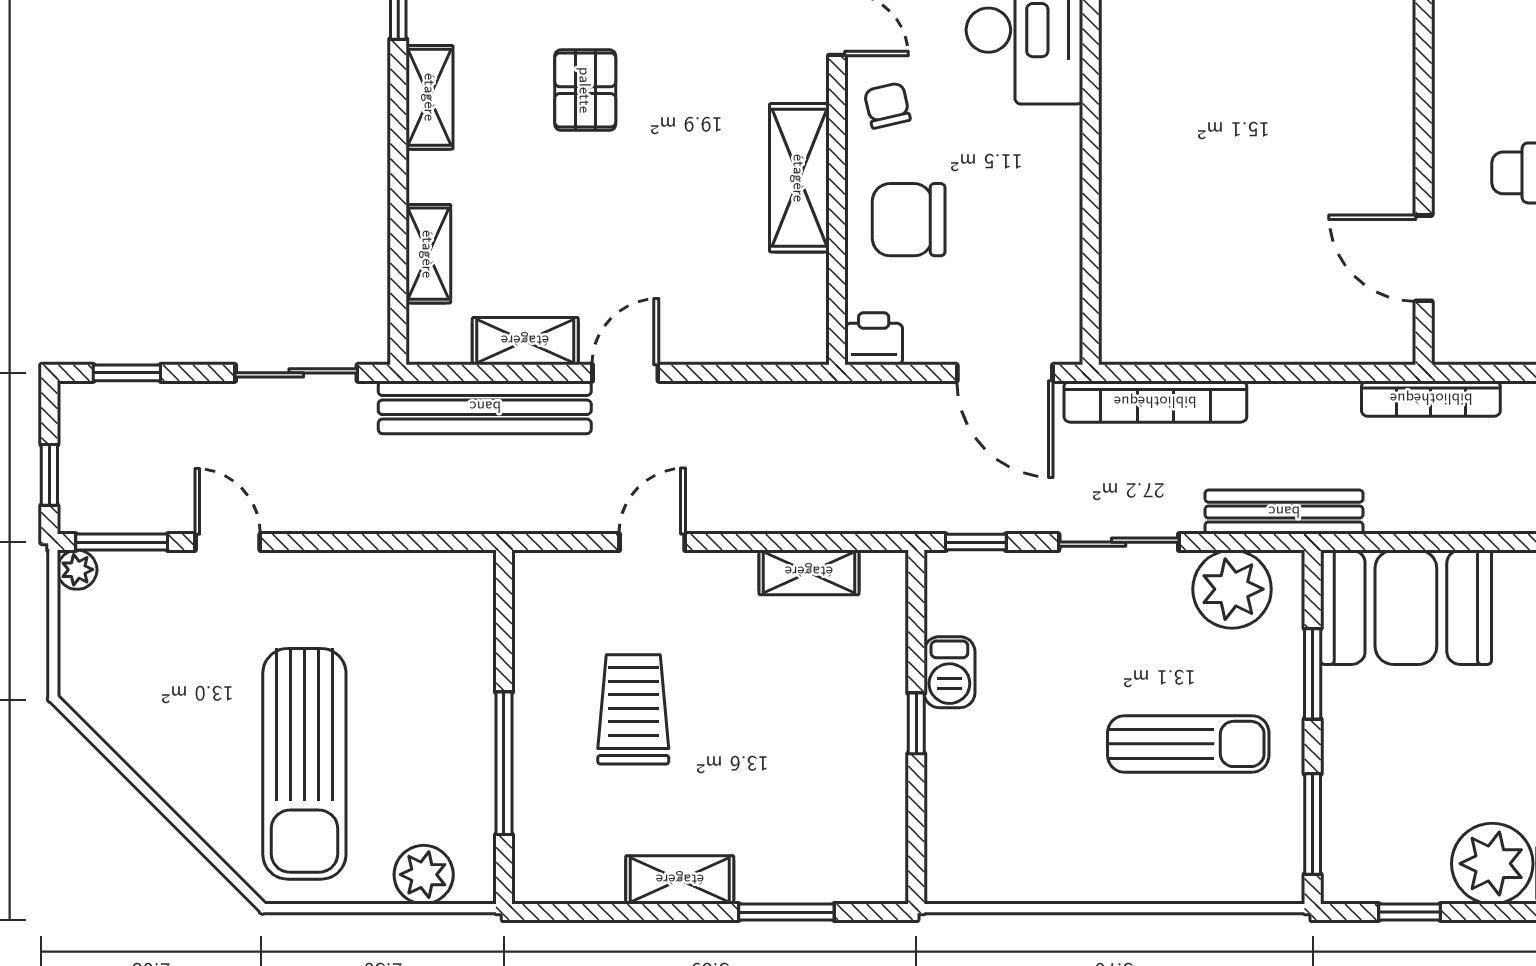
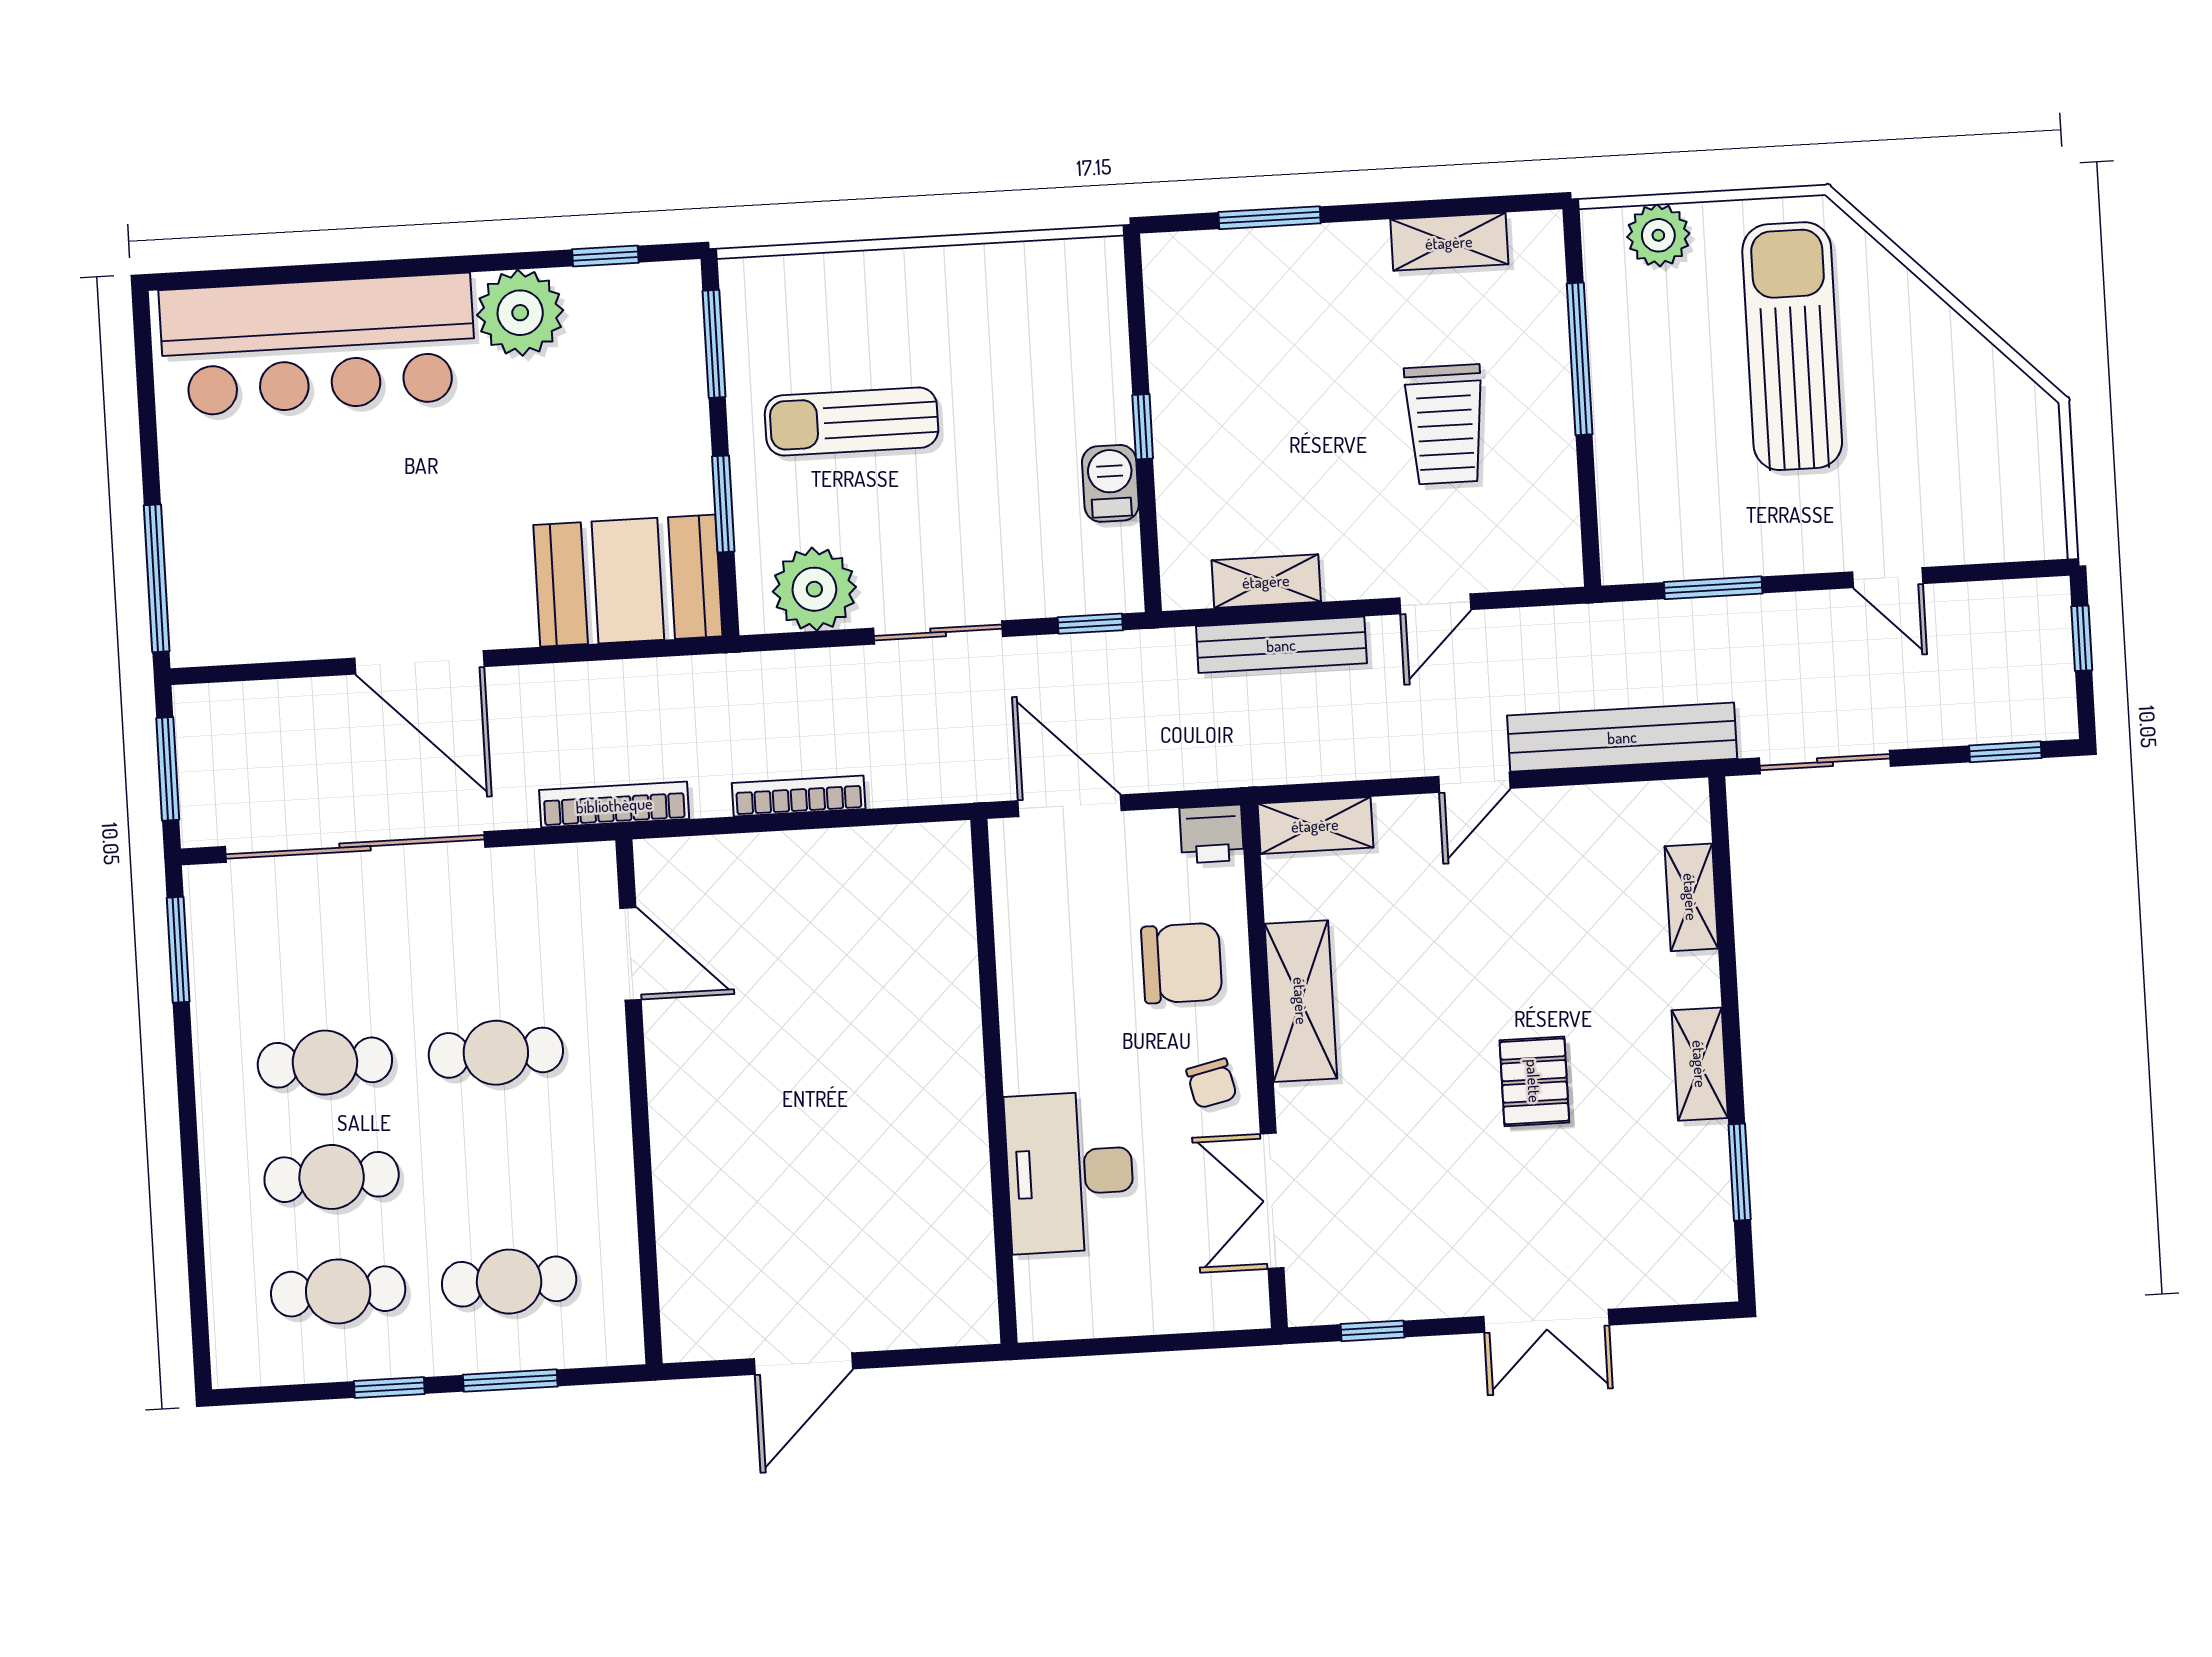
shelving: (525, 341) -> (1315, 825), moved
bookcase: (1155, 402) -> (799, 796), moved, width x0.68, depth x0.76
bench: (1284, 512) -> (1281, 645), moved
window: (122, 542) -> (1713, 588), moved
plant: (77, 570) -> (2046, 539), removed
shelving: (680, 880) -> (1449, 242), moved

